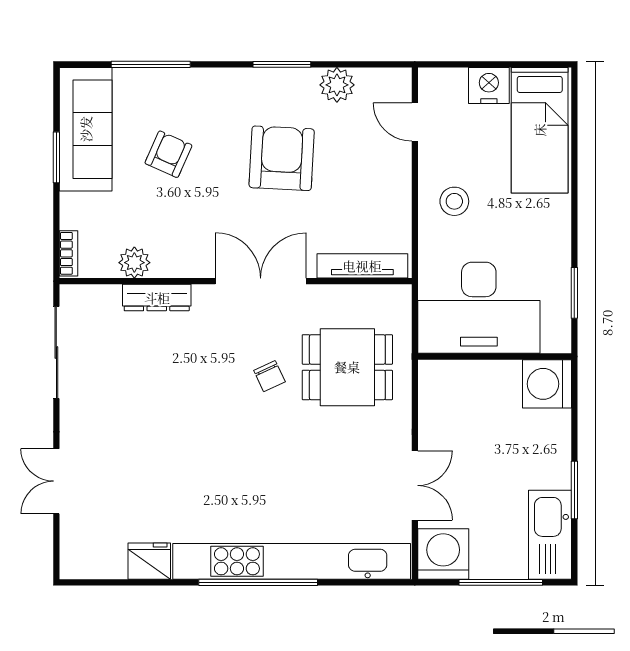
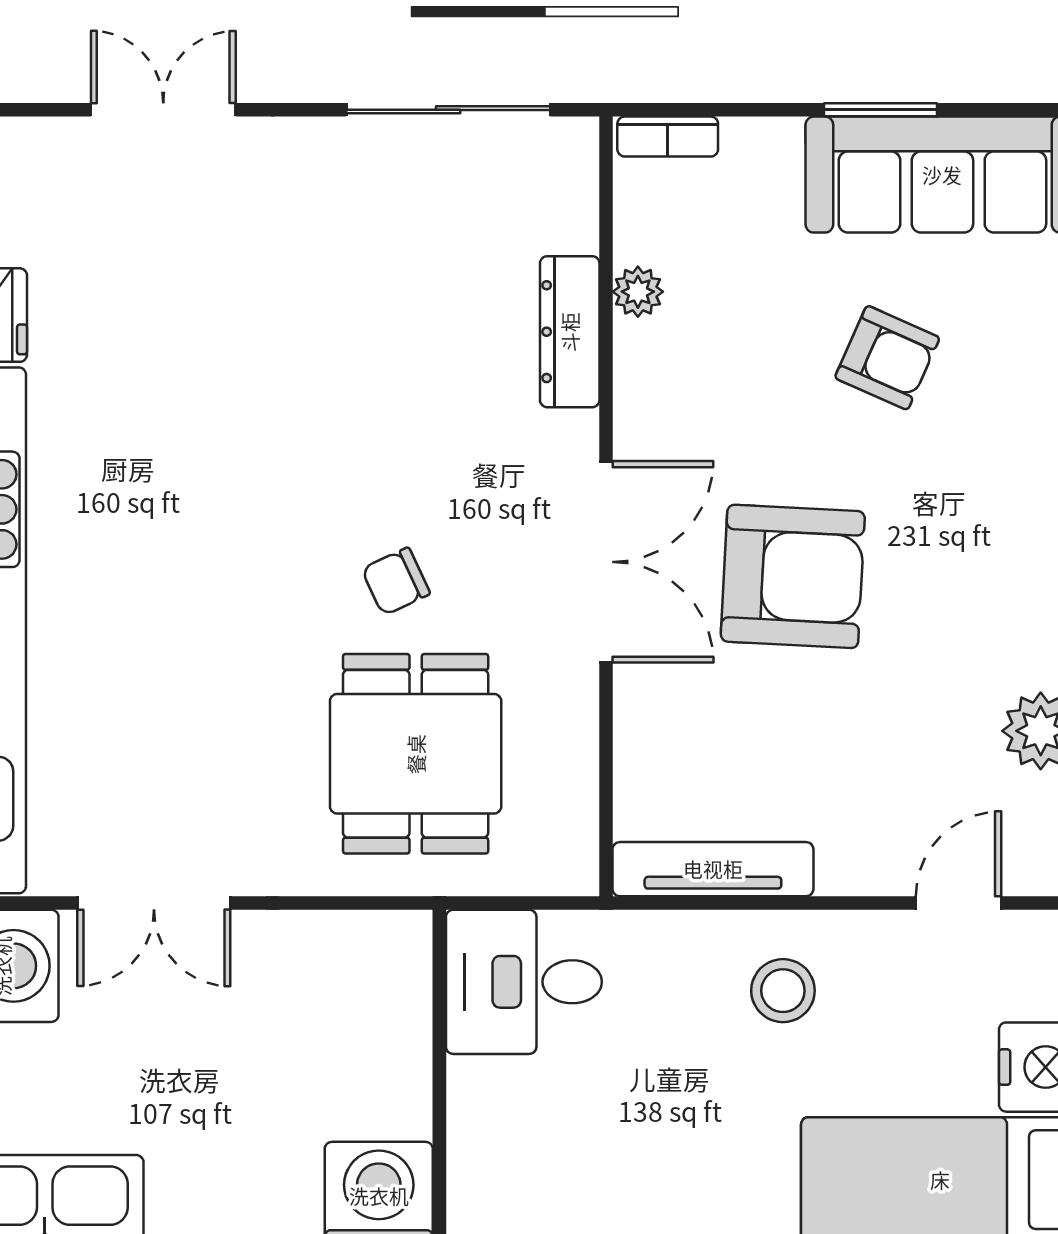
armchair: (282, 158) -> (793, 576), moved
plant: (134, 263) -> (638, 292), width x0.73, depth x0.73
tv unit: (362, 266) -> (713, 869), moved, turned -90
desk: (479, 308) -> (524, 982), width x0.53, depth x0.77

